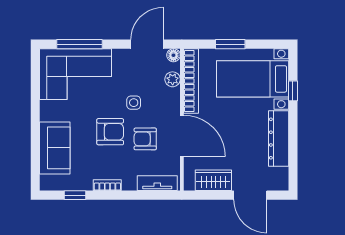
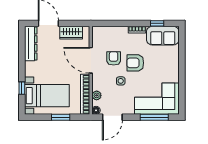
armchair: (145, 139) -> (114, 58), turned -90
dresser: (279, 139) -> (31, 44), moved
sofa: (55, 148) -> (163, 36), moved, turned -90
tv unit: (157, 183) -> (106, 31), removed

